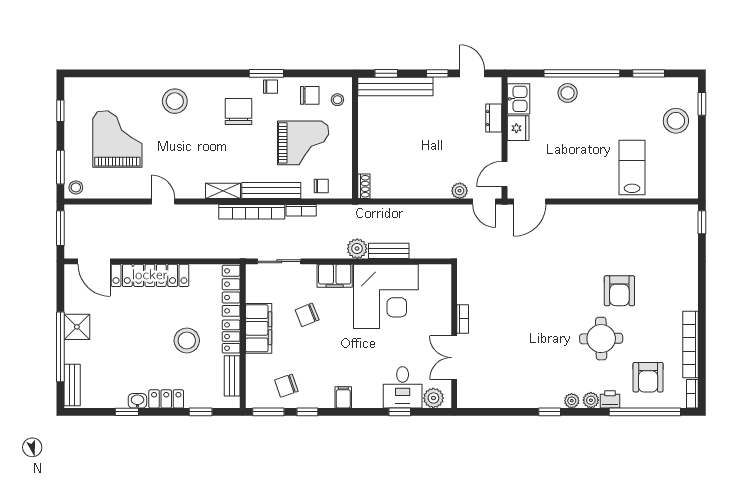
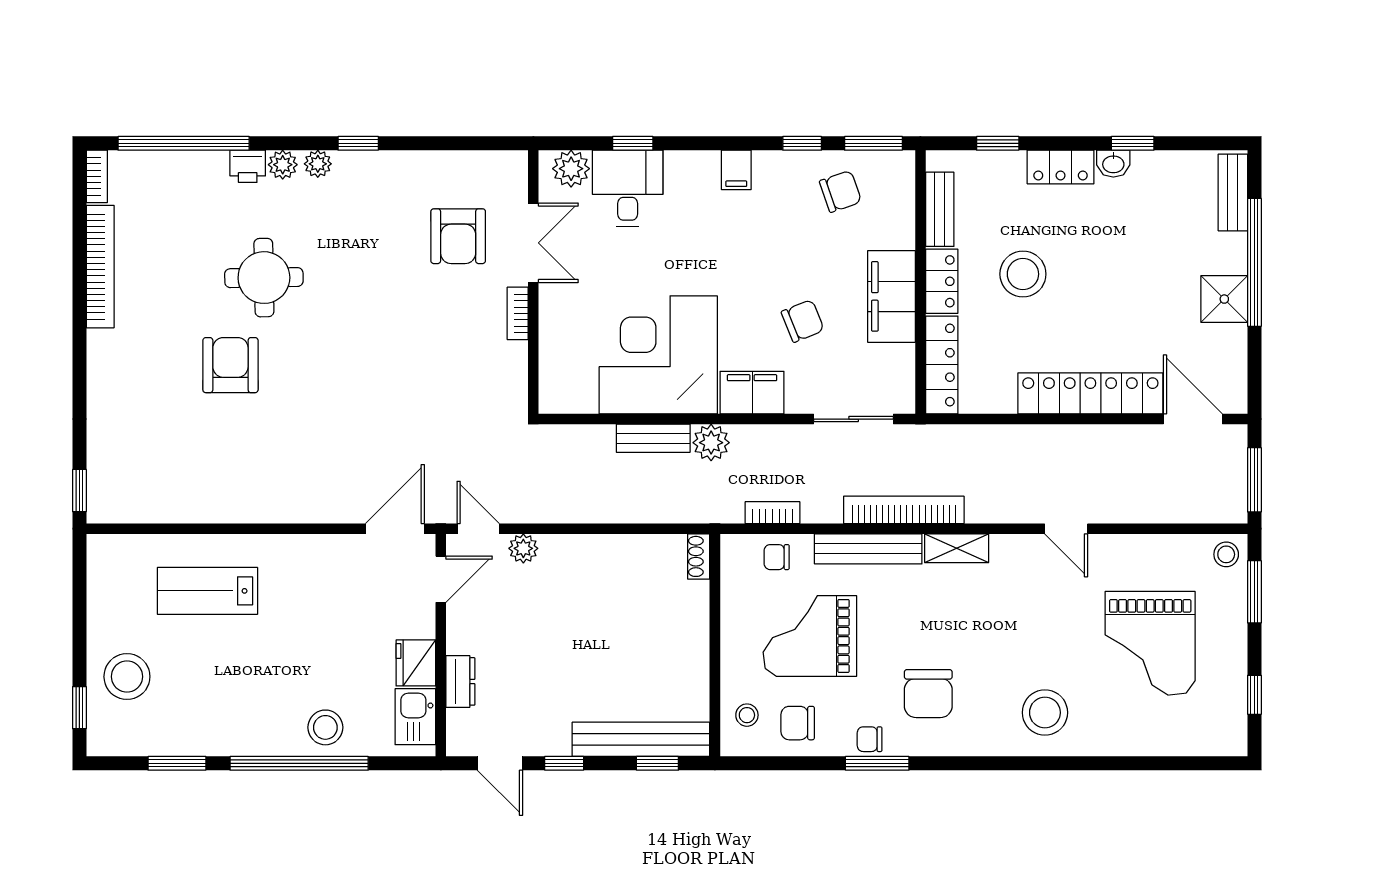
lab bench: (632, 168) -> (207, 591), turned 90
bookcase: (301, 210) -> (772, 513), moved
armchair: (648, 377) -> (458, 236), moved, turned 180

